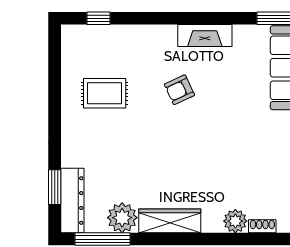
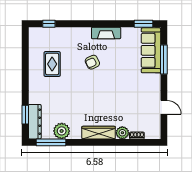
rug: (105, 93) -> (52, 64), turned 90
wardrobe: (170, 221) -> (99, 133), moved

